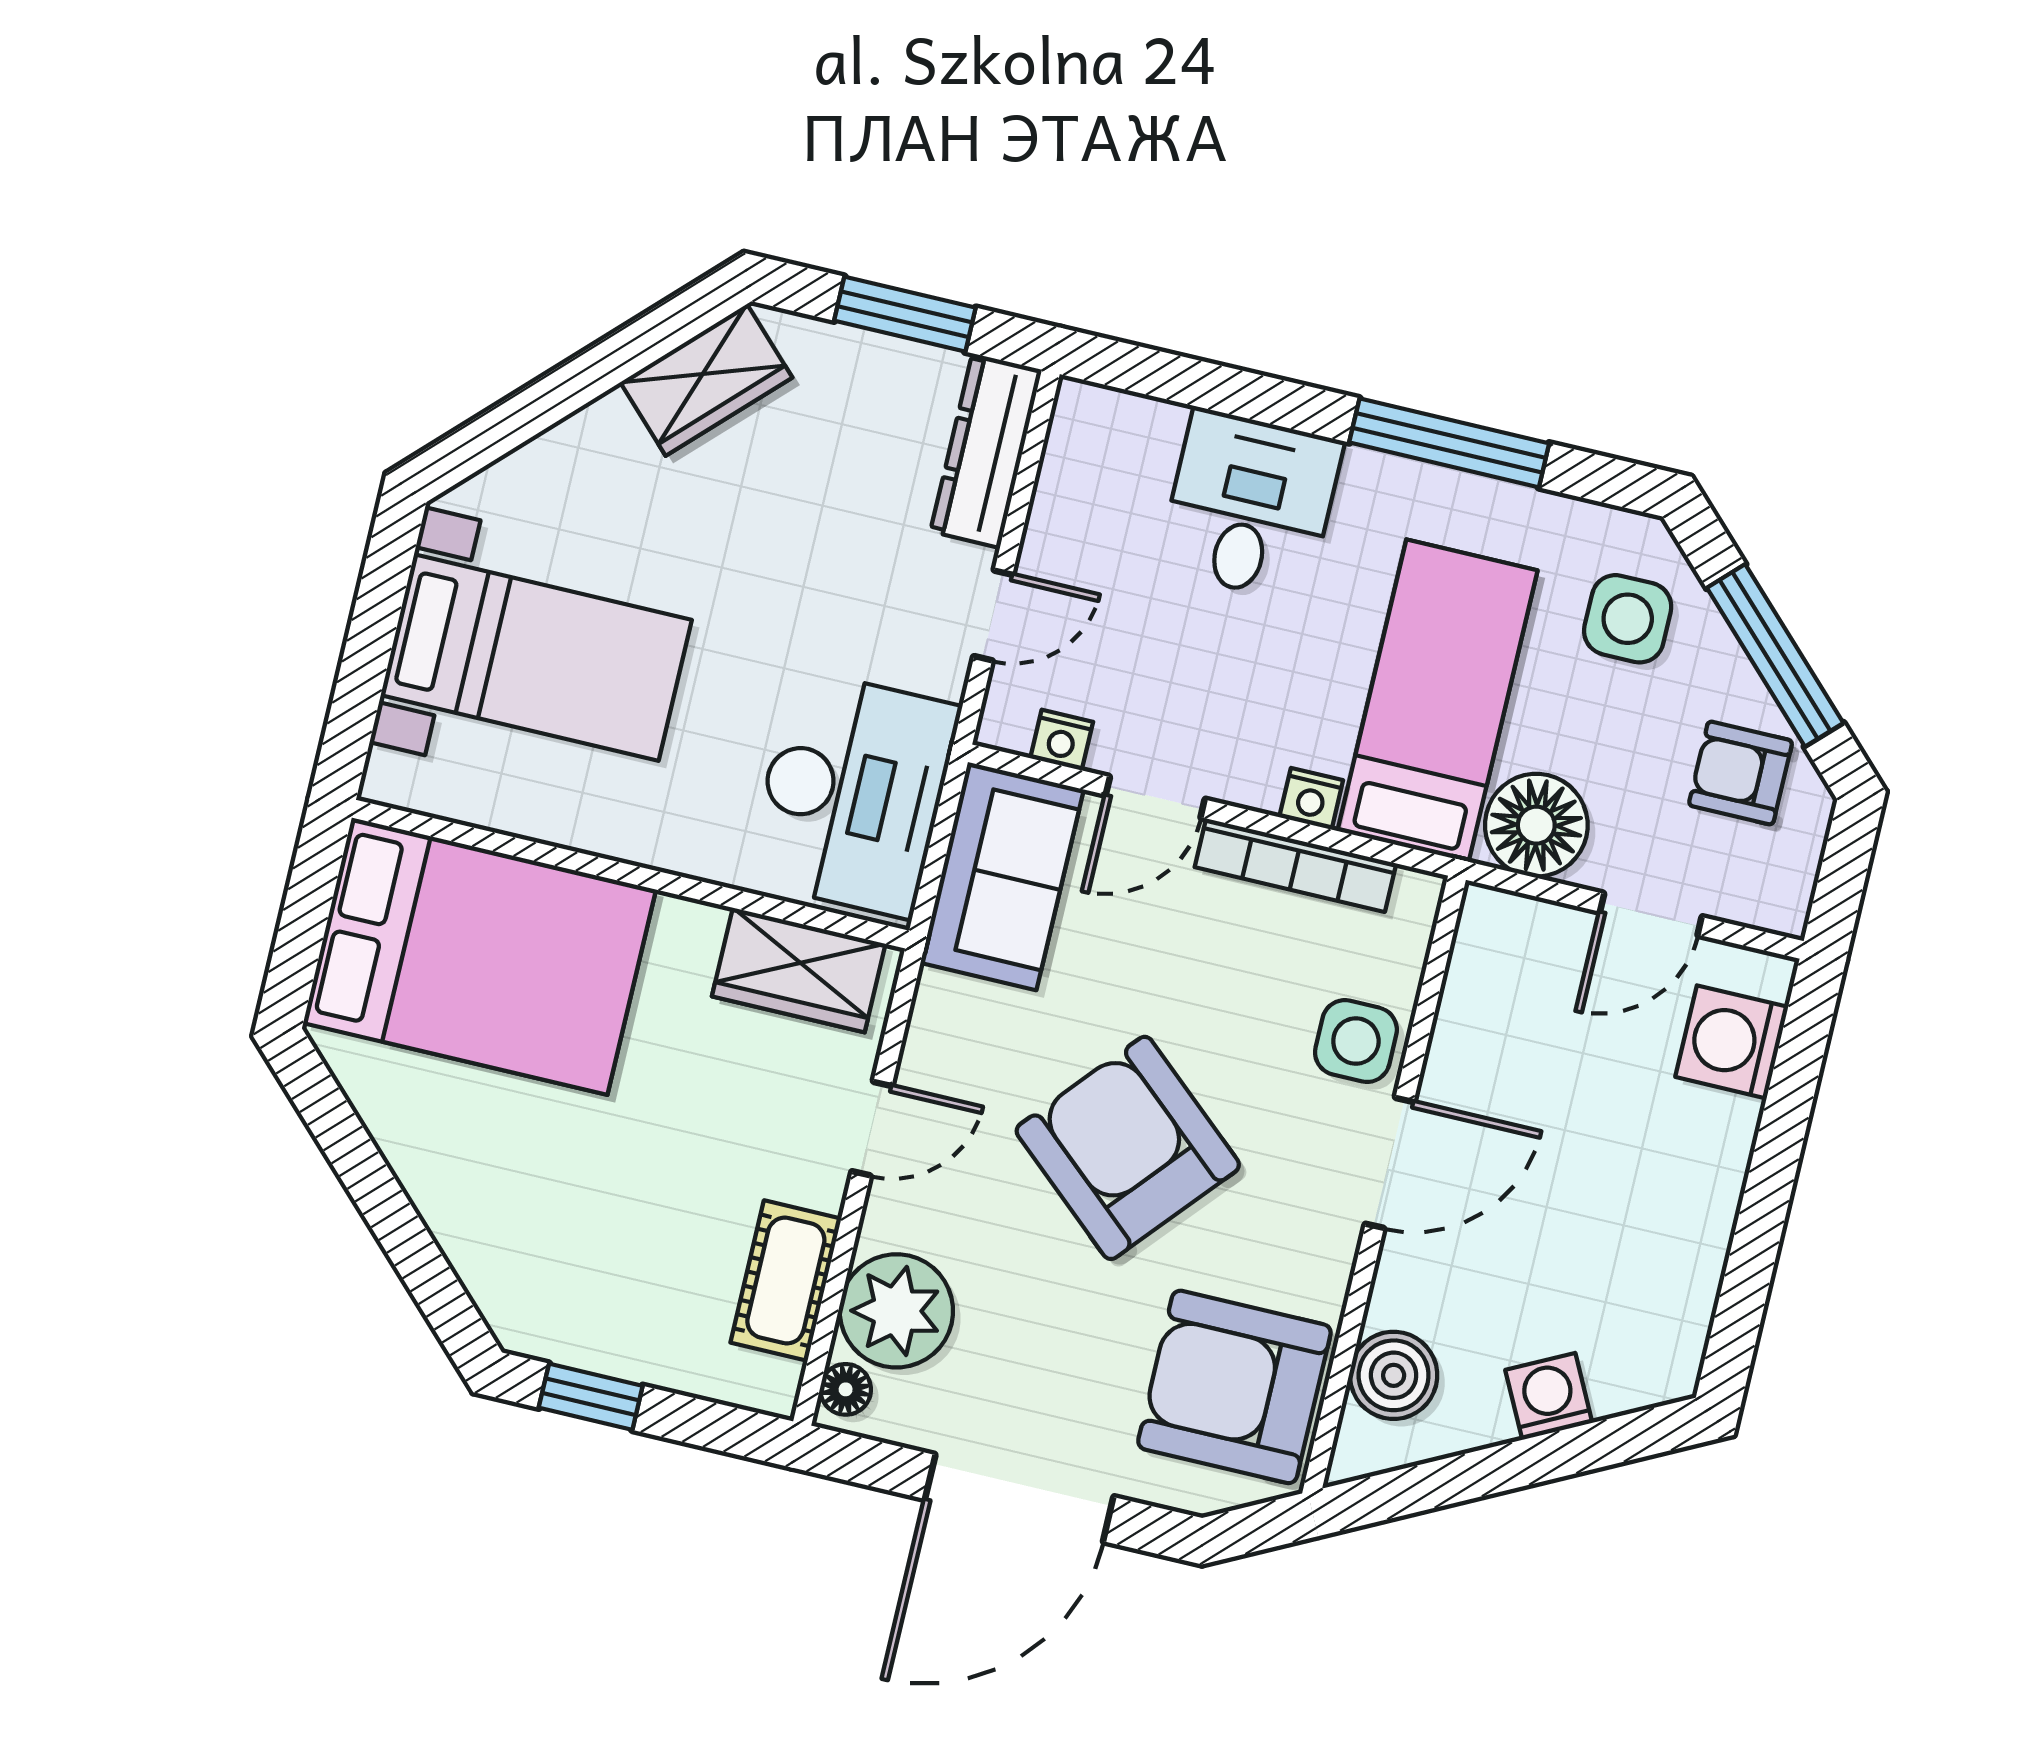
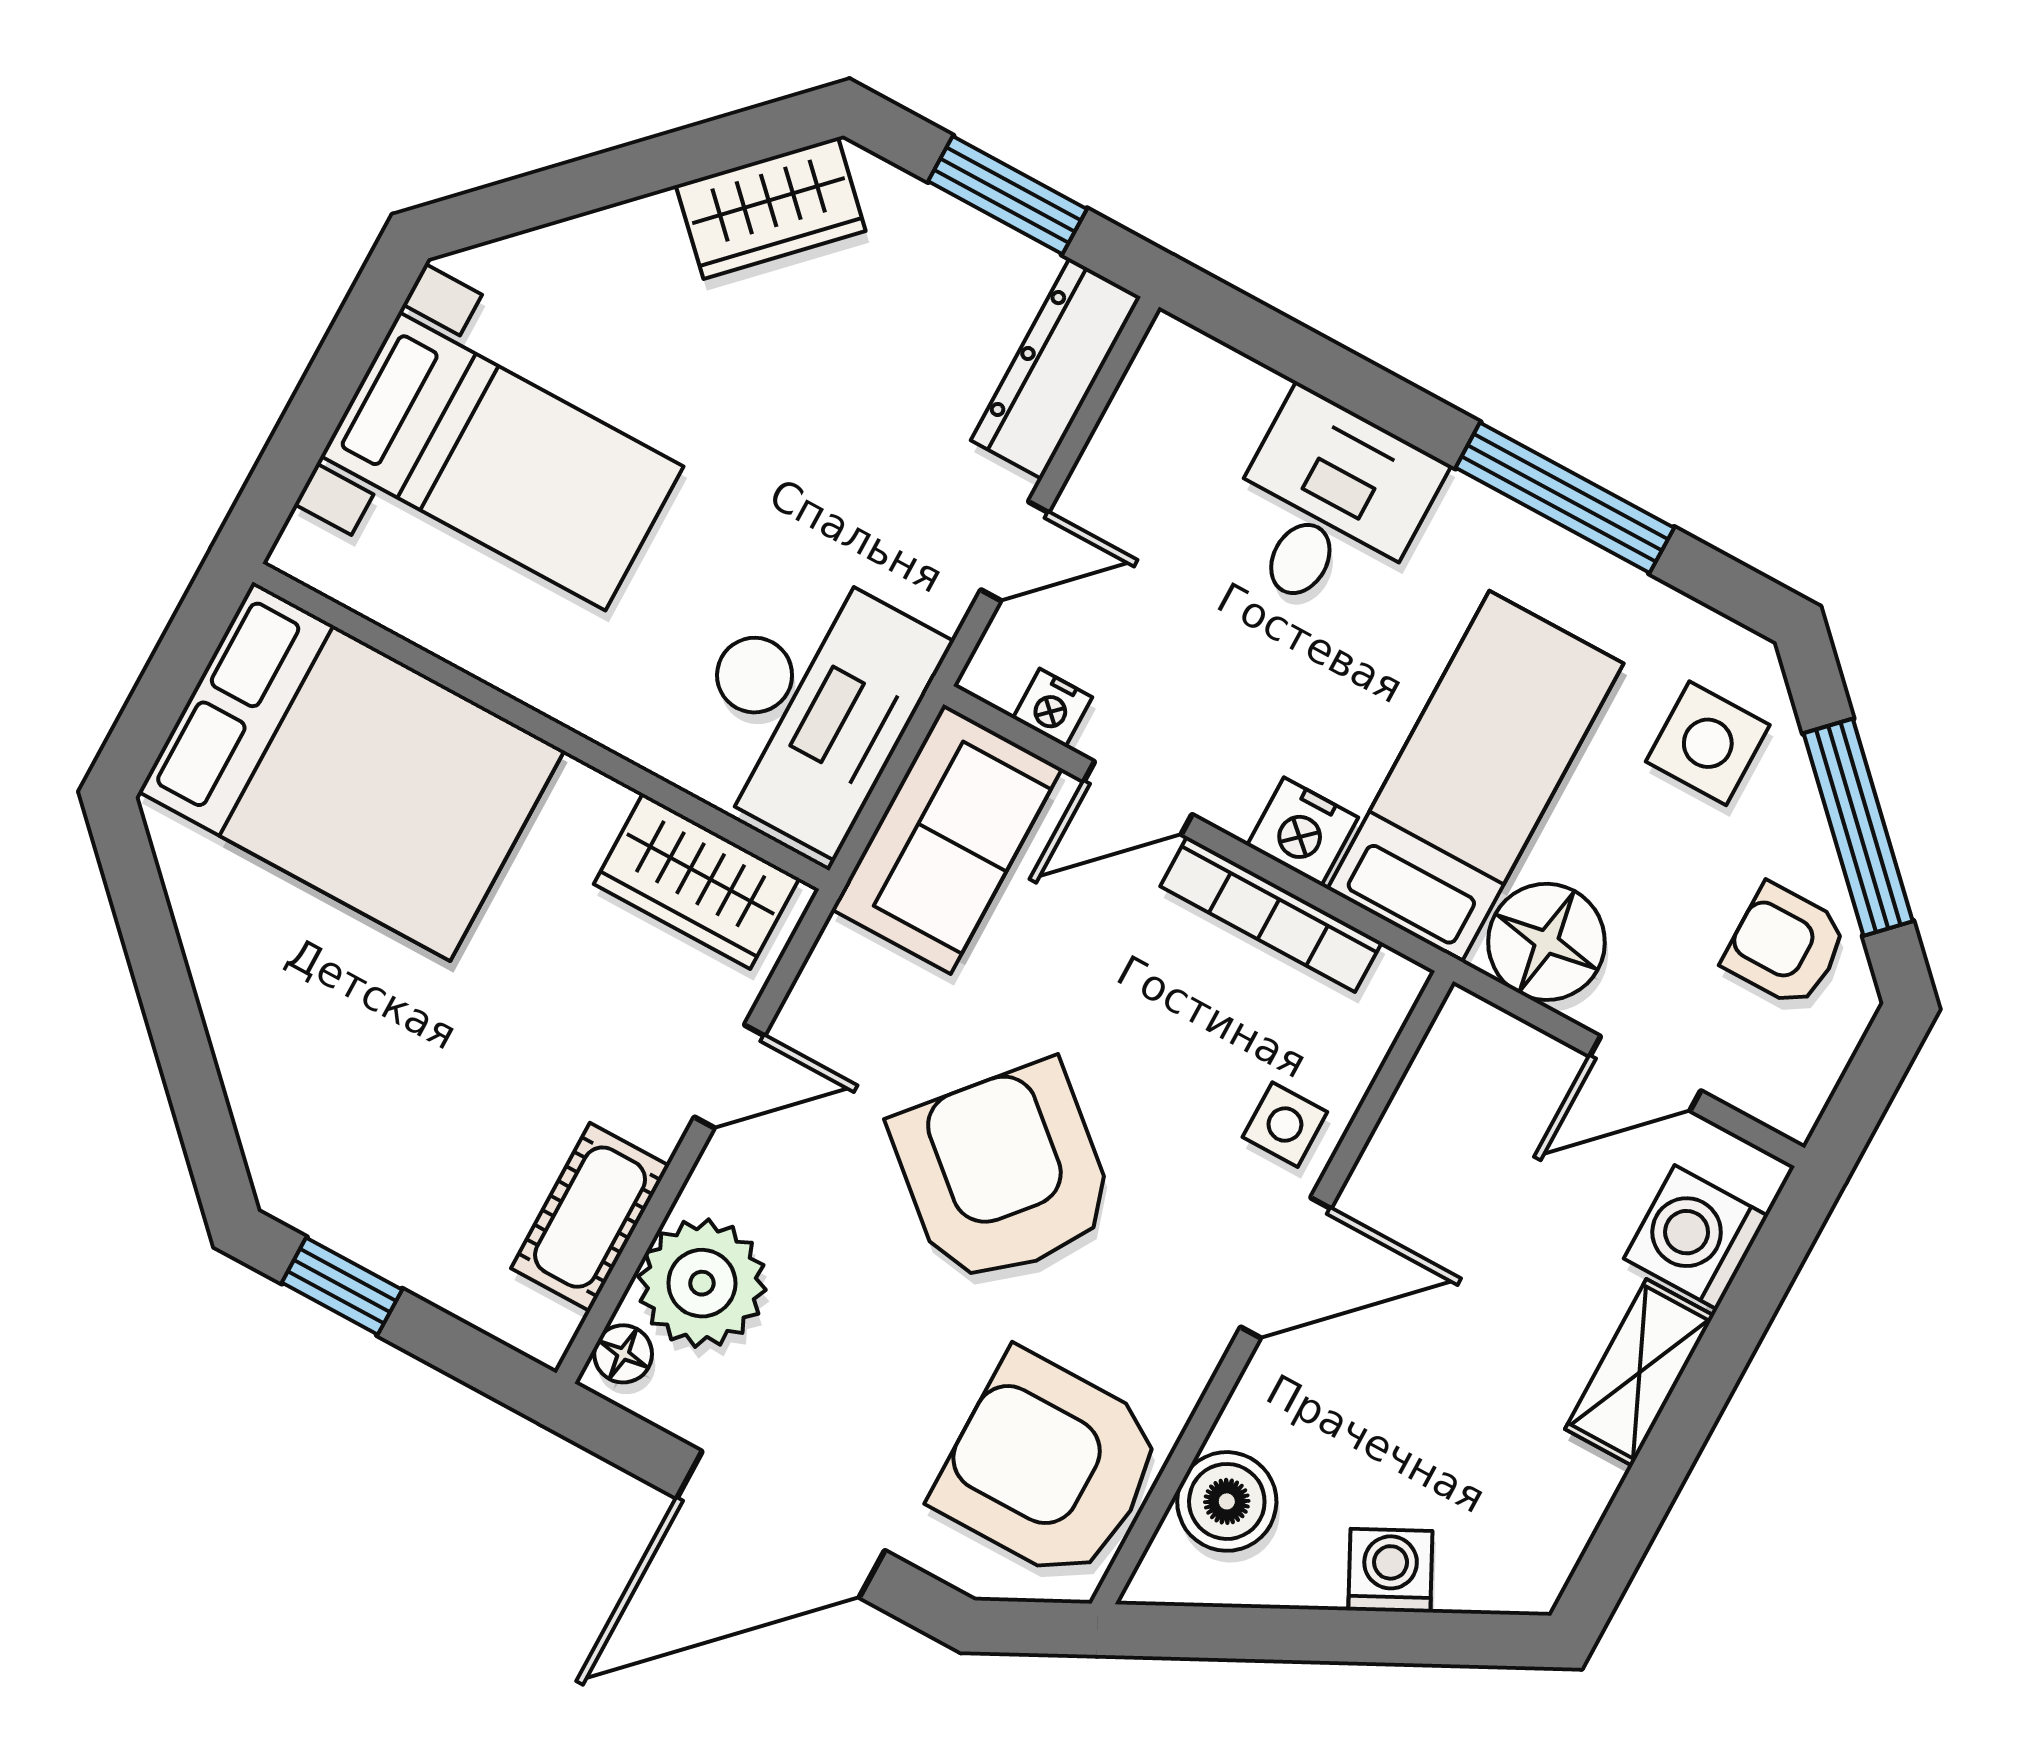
nightstand: (1311, 799) -> (1303, 831), width x1.39, depth x1.35
side table: (1356, 1041) -> (1285, 1125), width x0.73, depth x0.73
shelving: (1715, 1170) -> (1639, 1372), added

